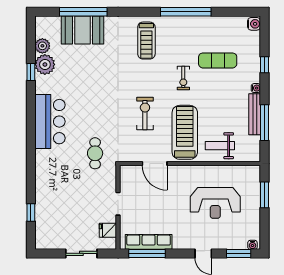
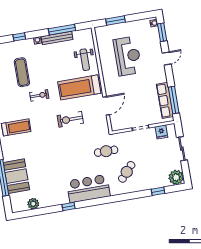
plant: (45, 64) -> (176, 177), moved
window: (31, 72) -> (69, 207), moved
cafe table: (63, 176) -> (127, 172), added

